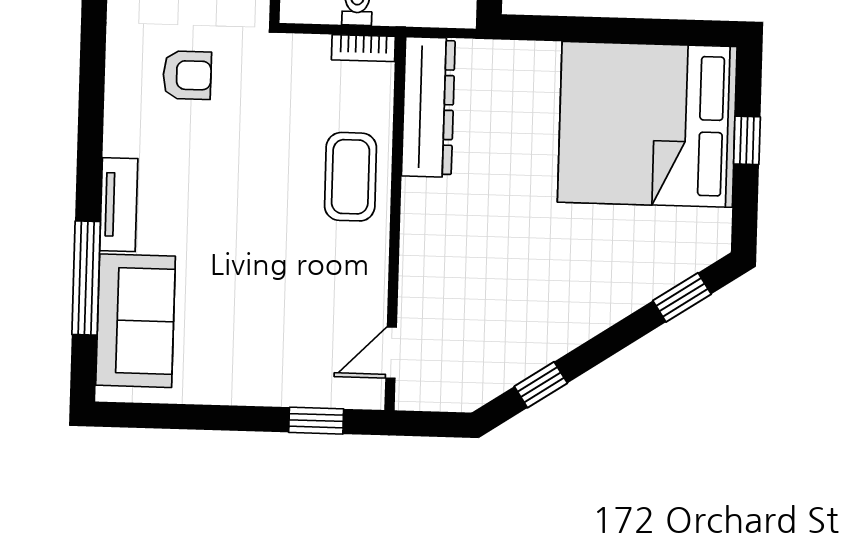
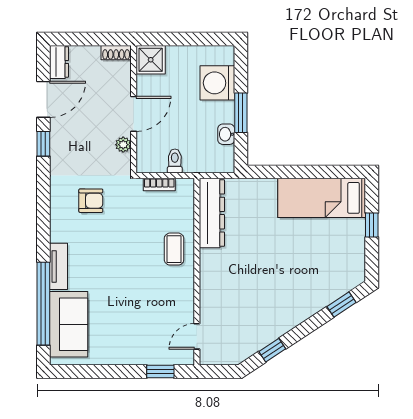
bookcase: (363, 48) -> (159, 185), moved
bed: (647, 124) -> (322, 198), width x0.49
coffee table: (351, 177) -> (174, 249), width x0.73, depth x0.77
window: (86, 278) -> (43, 304), width x1.46

